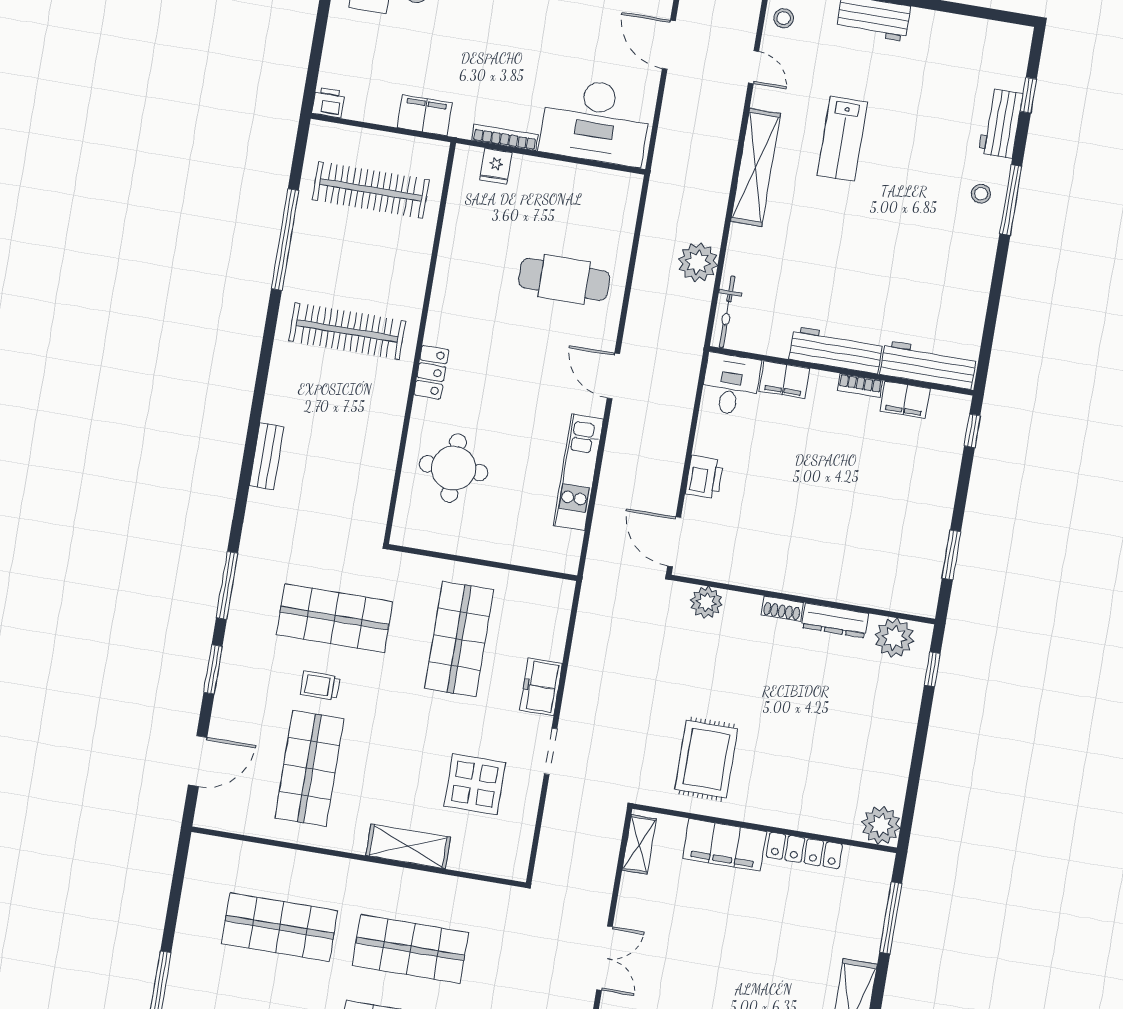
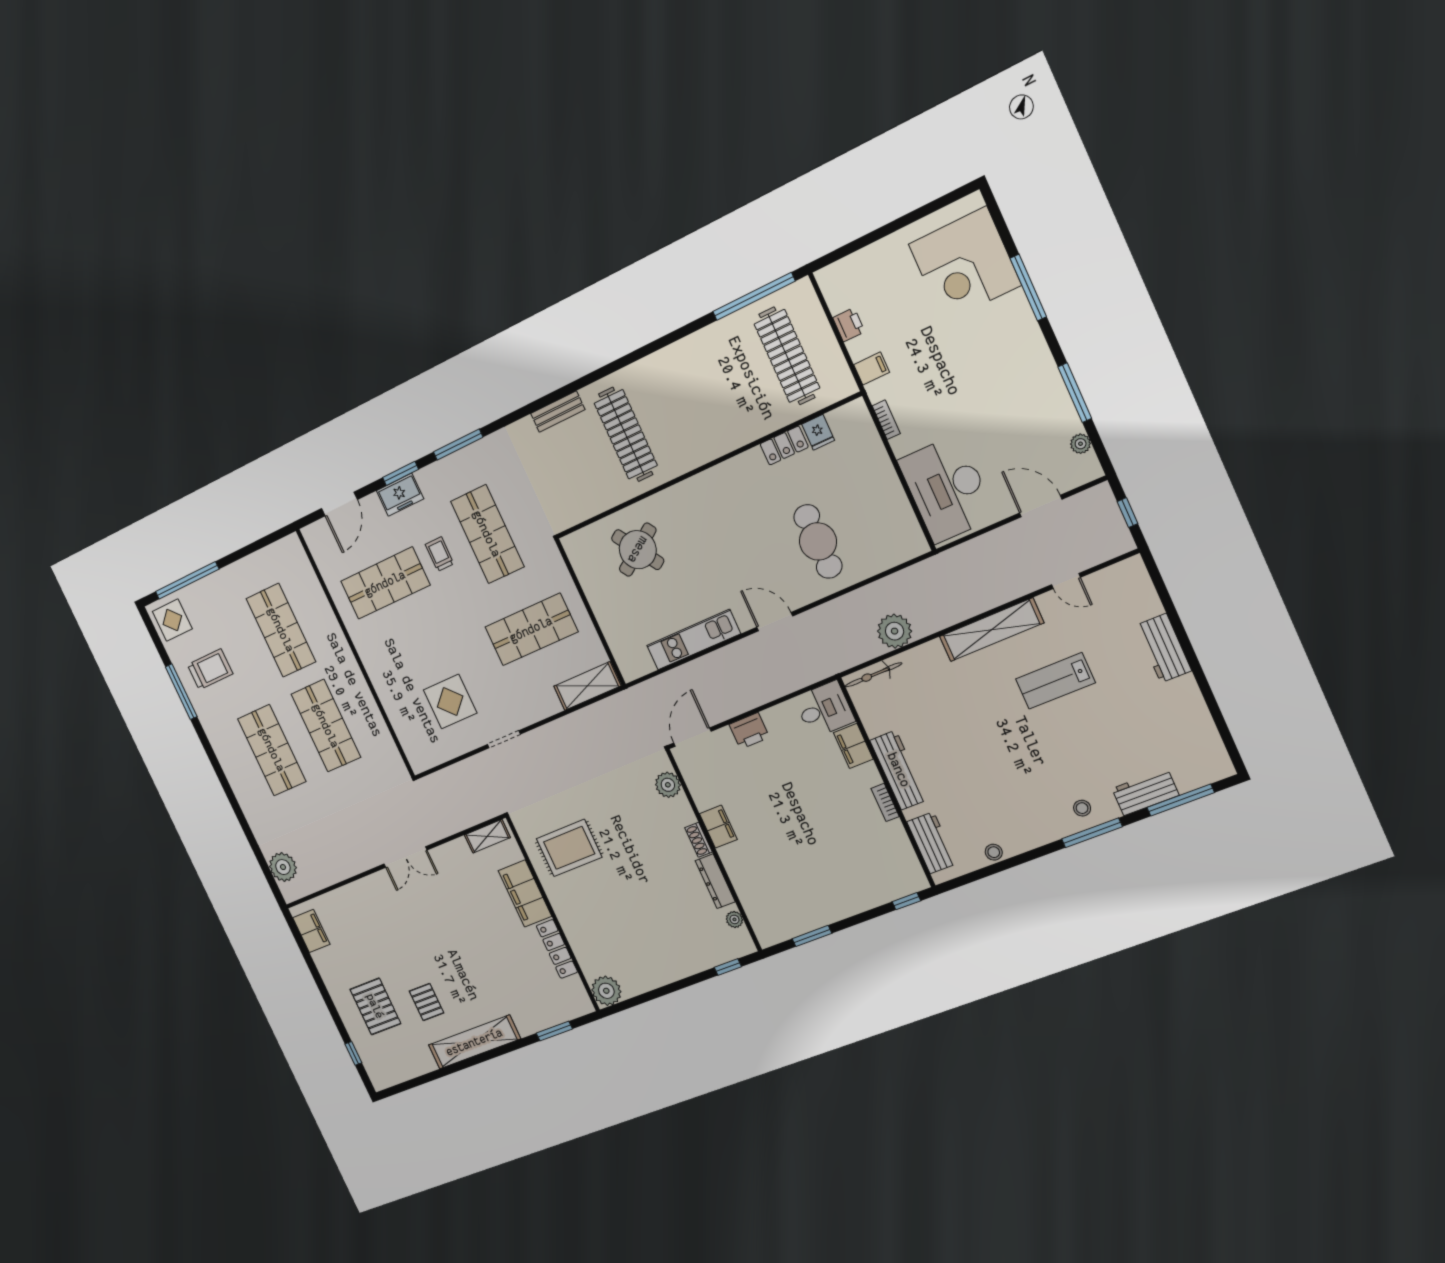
stool: (784, 18) -> (994, 852), moved
door: (669, 45) -> (1041, 506), hinge flipped
door: (754, 67) -> (1066, 581), hinge flipped
window: (1028, 95) -> (1181, 800), width x2.17
printer: (329, 102) -> (849, 325), moved
filing cabinet: (425, 115) -> (872, 368), width x0.50
bookcase: (505, 137) -> (886, 420), width x0.64
fridge: (496, 166) -> (818, 432), moved, turned -90
window: (285, 239) -> (754, 296), moved
clothes rail: (347, 331) -> (626, 434), moved
workbench: (928, 365) -> (932, 843), width x0.73
locker: (431, 372) -> (784, 445), moved
door: (613, 376) -> (775, 622), hinge flipped
filing cabinet: (905, 400) -> (718, 827), moved, turned 180
round table: (454, 468) -> (638, 550), turned -34
plant: (894, 638) -> (734, 919), width x0.53, depth x0.53
freezer: (541, 687) -> (400, 495), moved, turned 180
door: (198, 761) -> (339, 504), hinge flipped
shelving: (408, 846) -> (587, 686), moved, turned 90
window: (891, 918) -> (554, 1031), width x0.69

